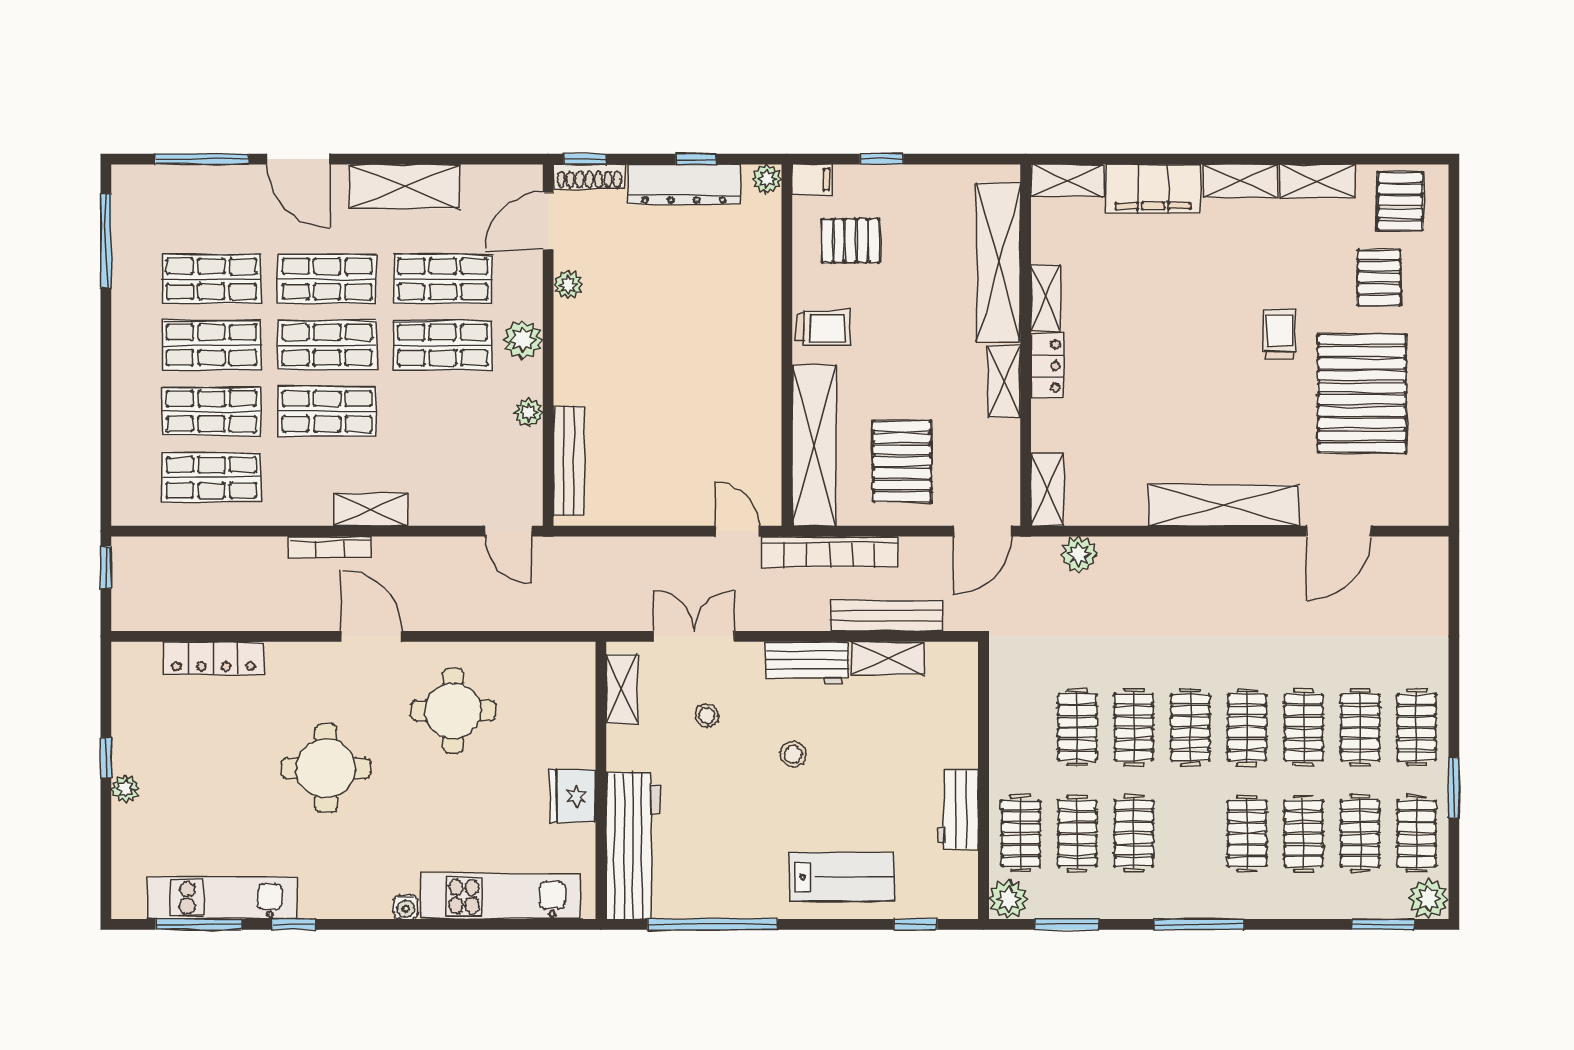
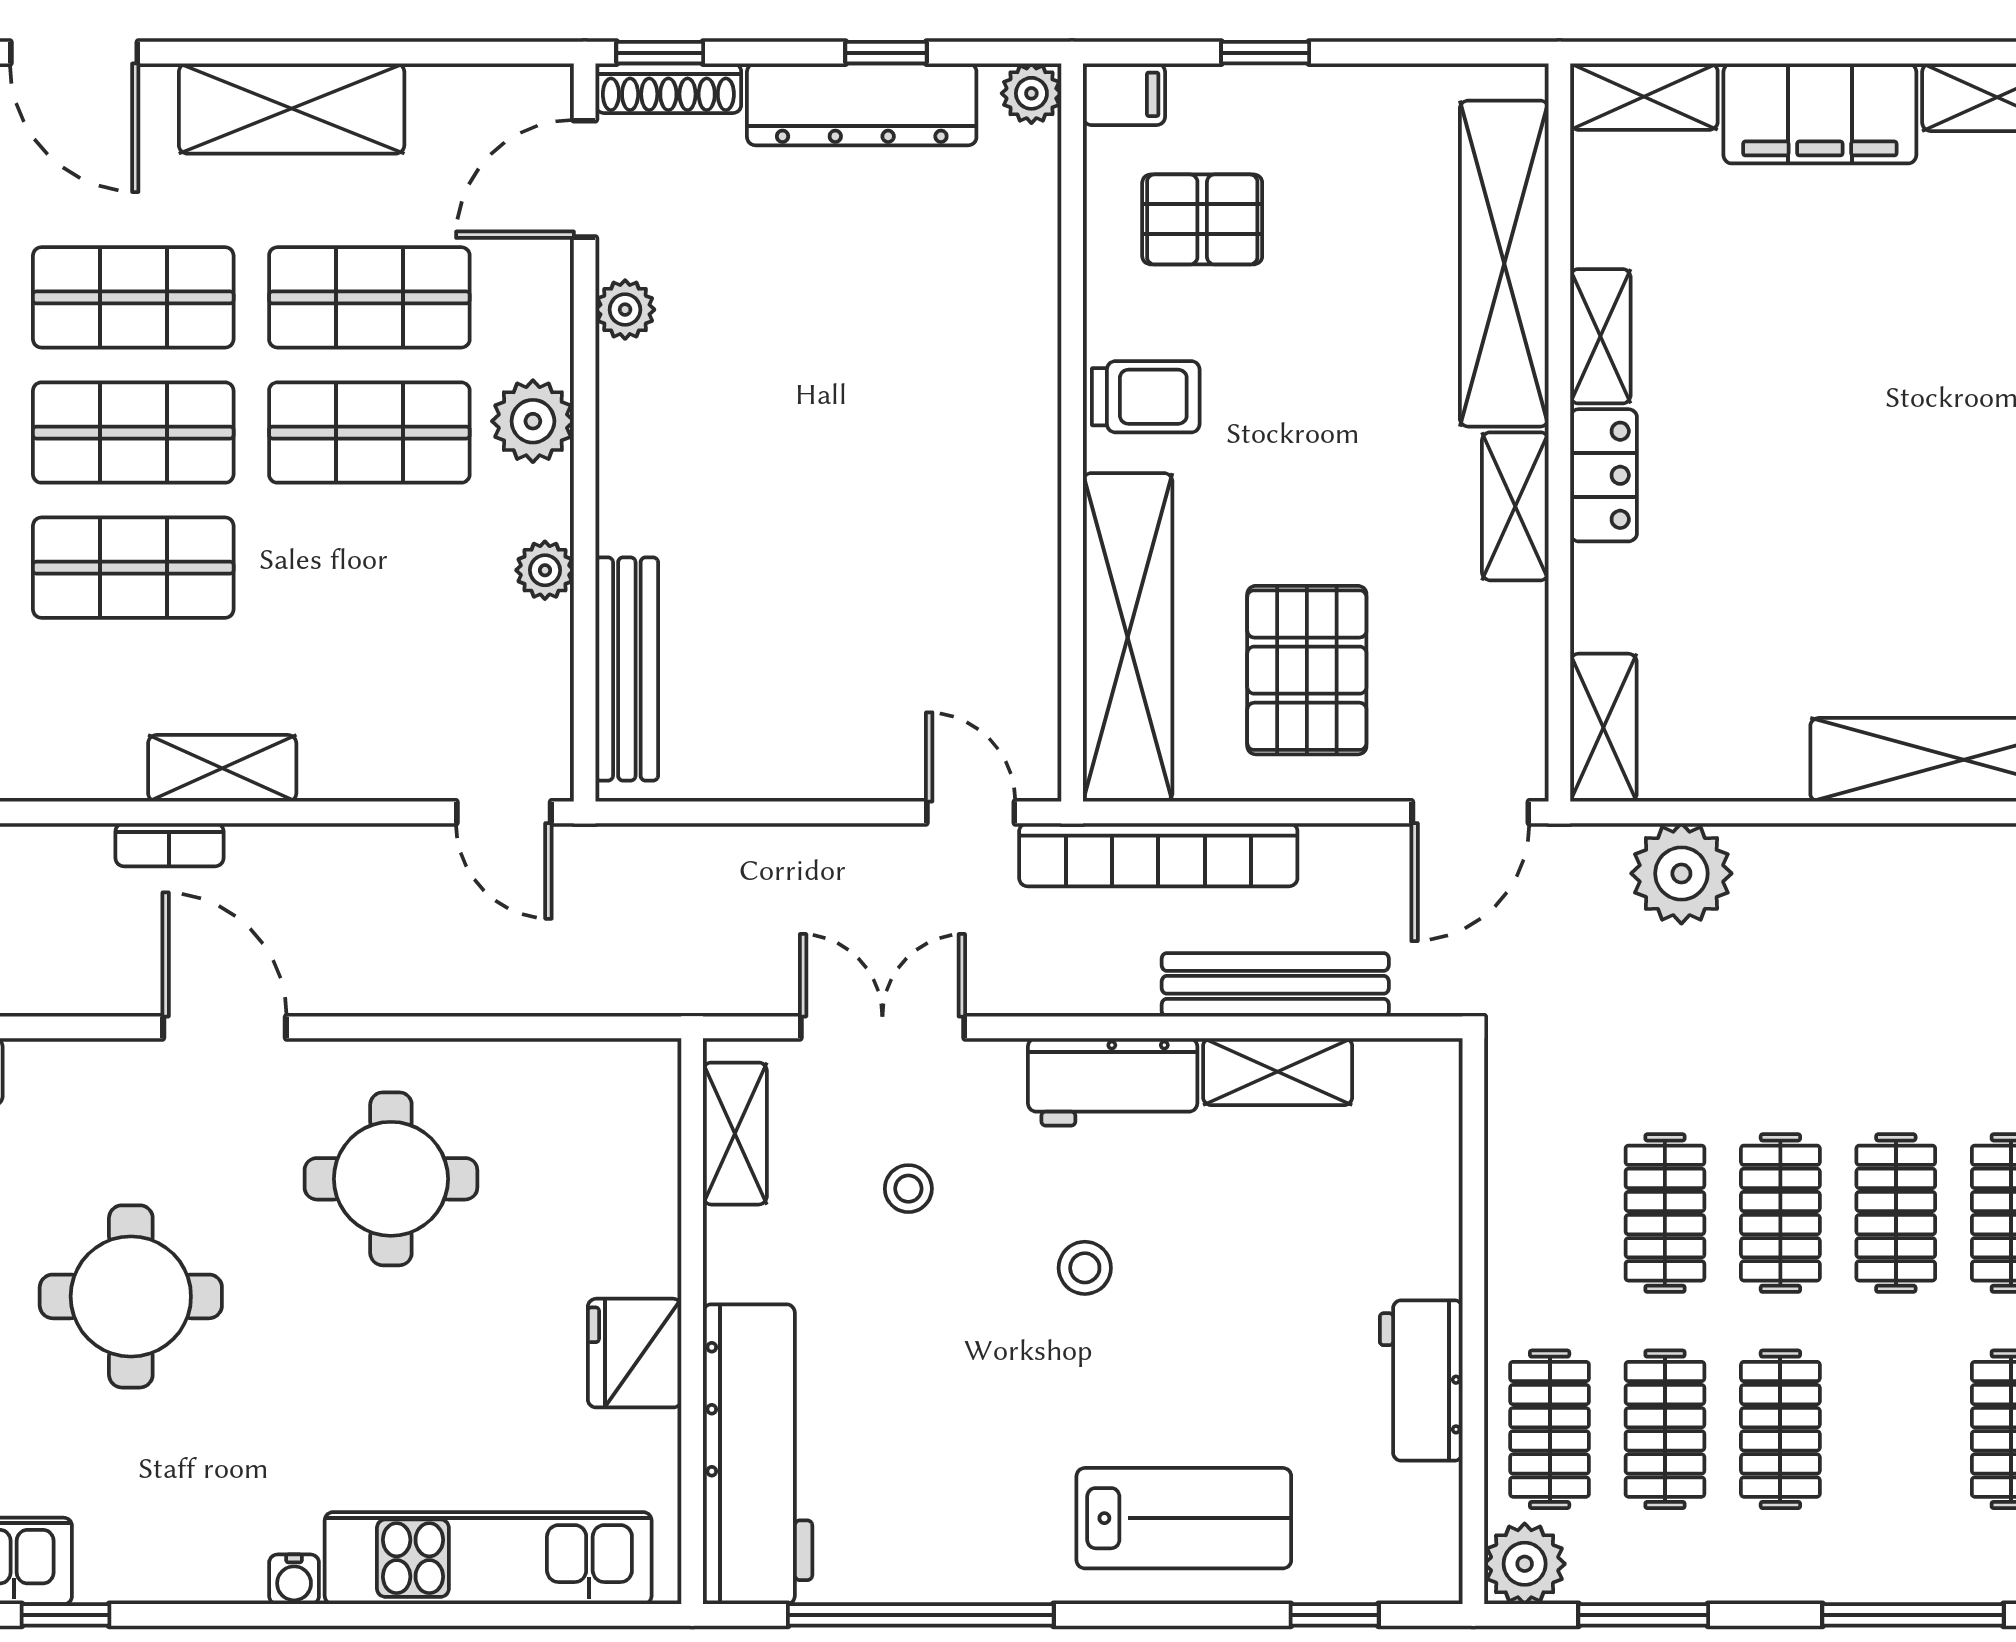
bookcase: (330, 547) -> (169, 845), width x0.64
plant: (1079, 554) -> (1681, 873), width x1.36, depth x1.36

